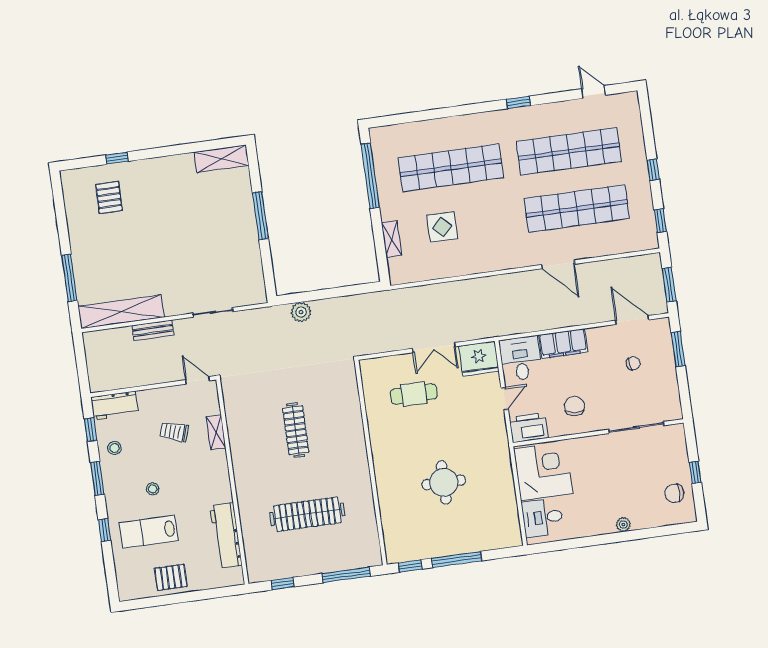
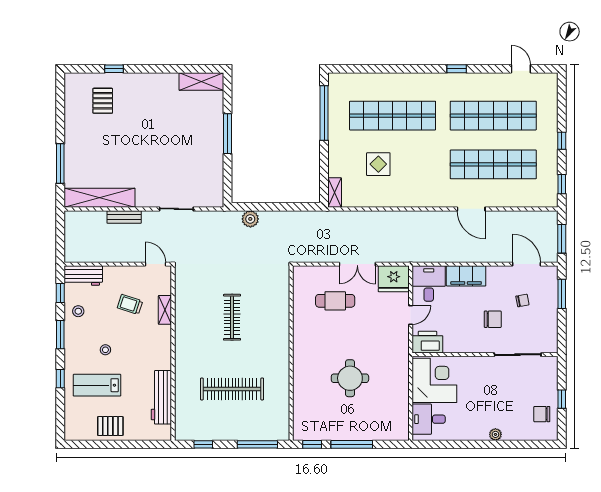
shelving: (392, 239) -> (335, 193), moved
chair: (574, 406) -> (493, 319), moved, turned 82

